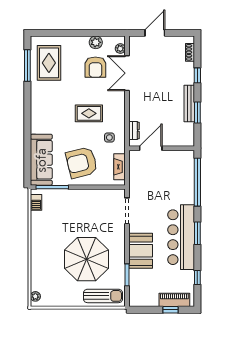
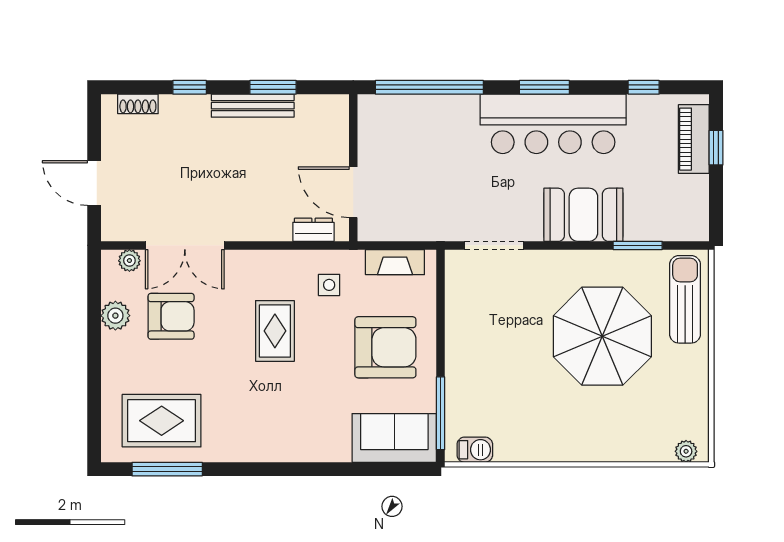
sofa: (41, 160) -> (394, 438), width x0.73
armchair: (82, 163) -> (385, 347), turned -76

